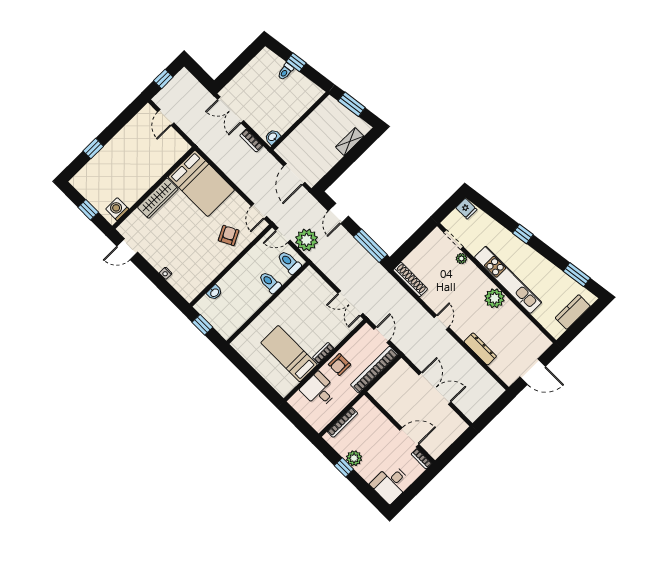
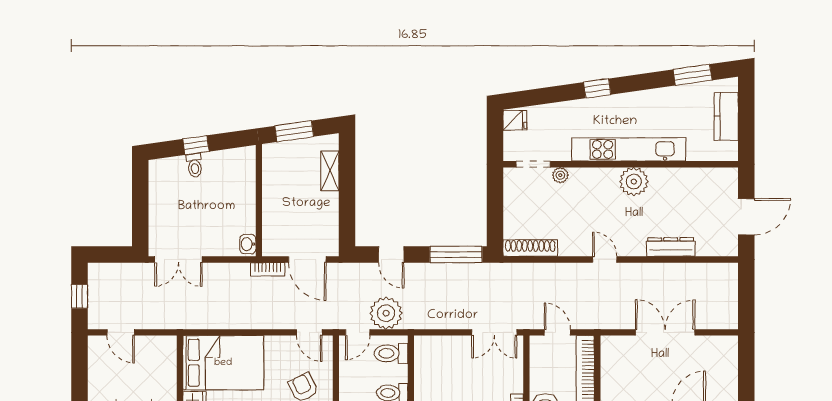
bookcase: (251, 141) -> (268, 269), moved

